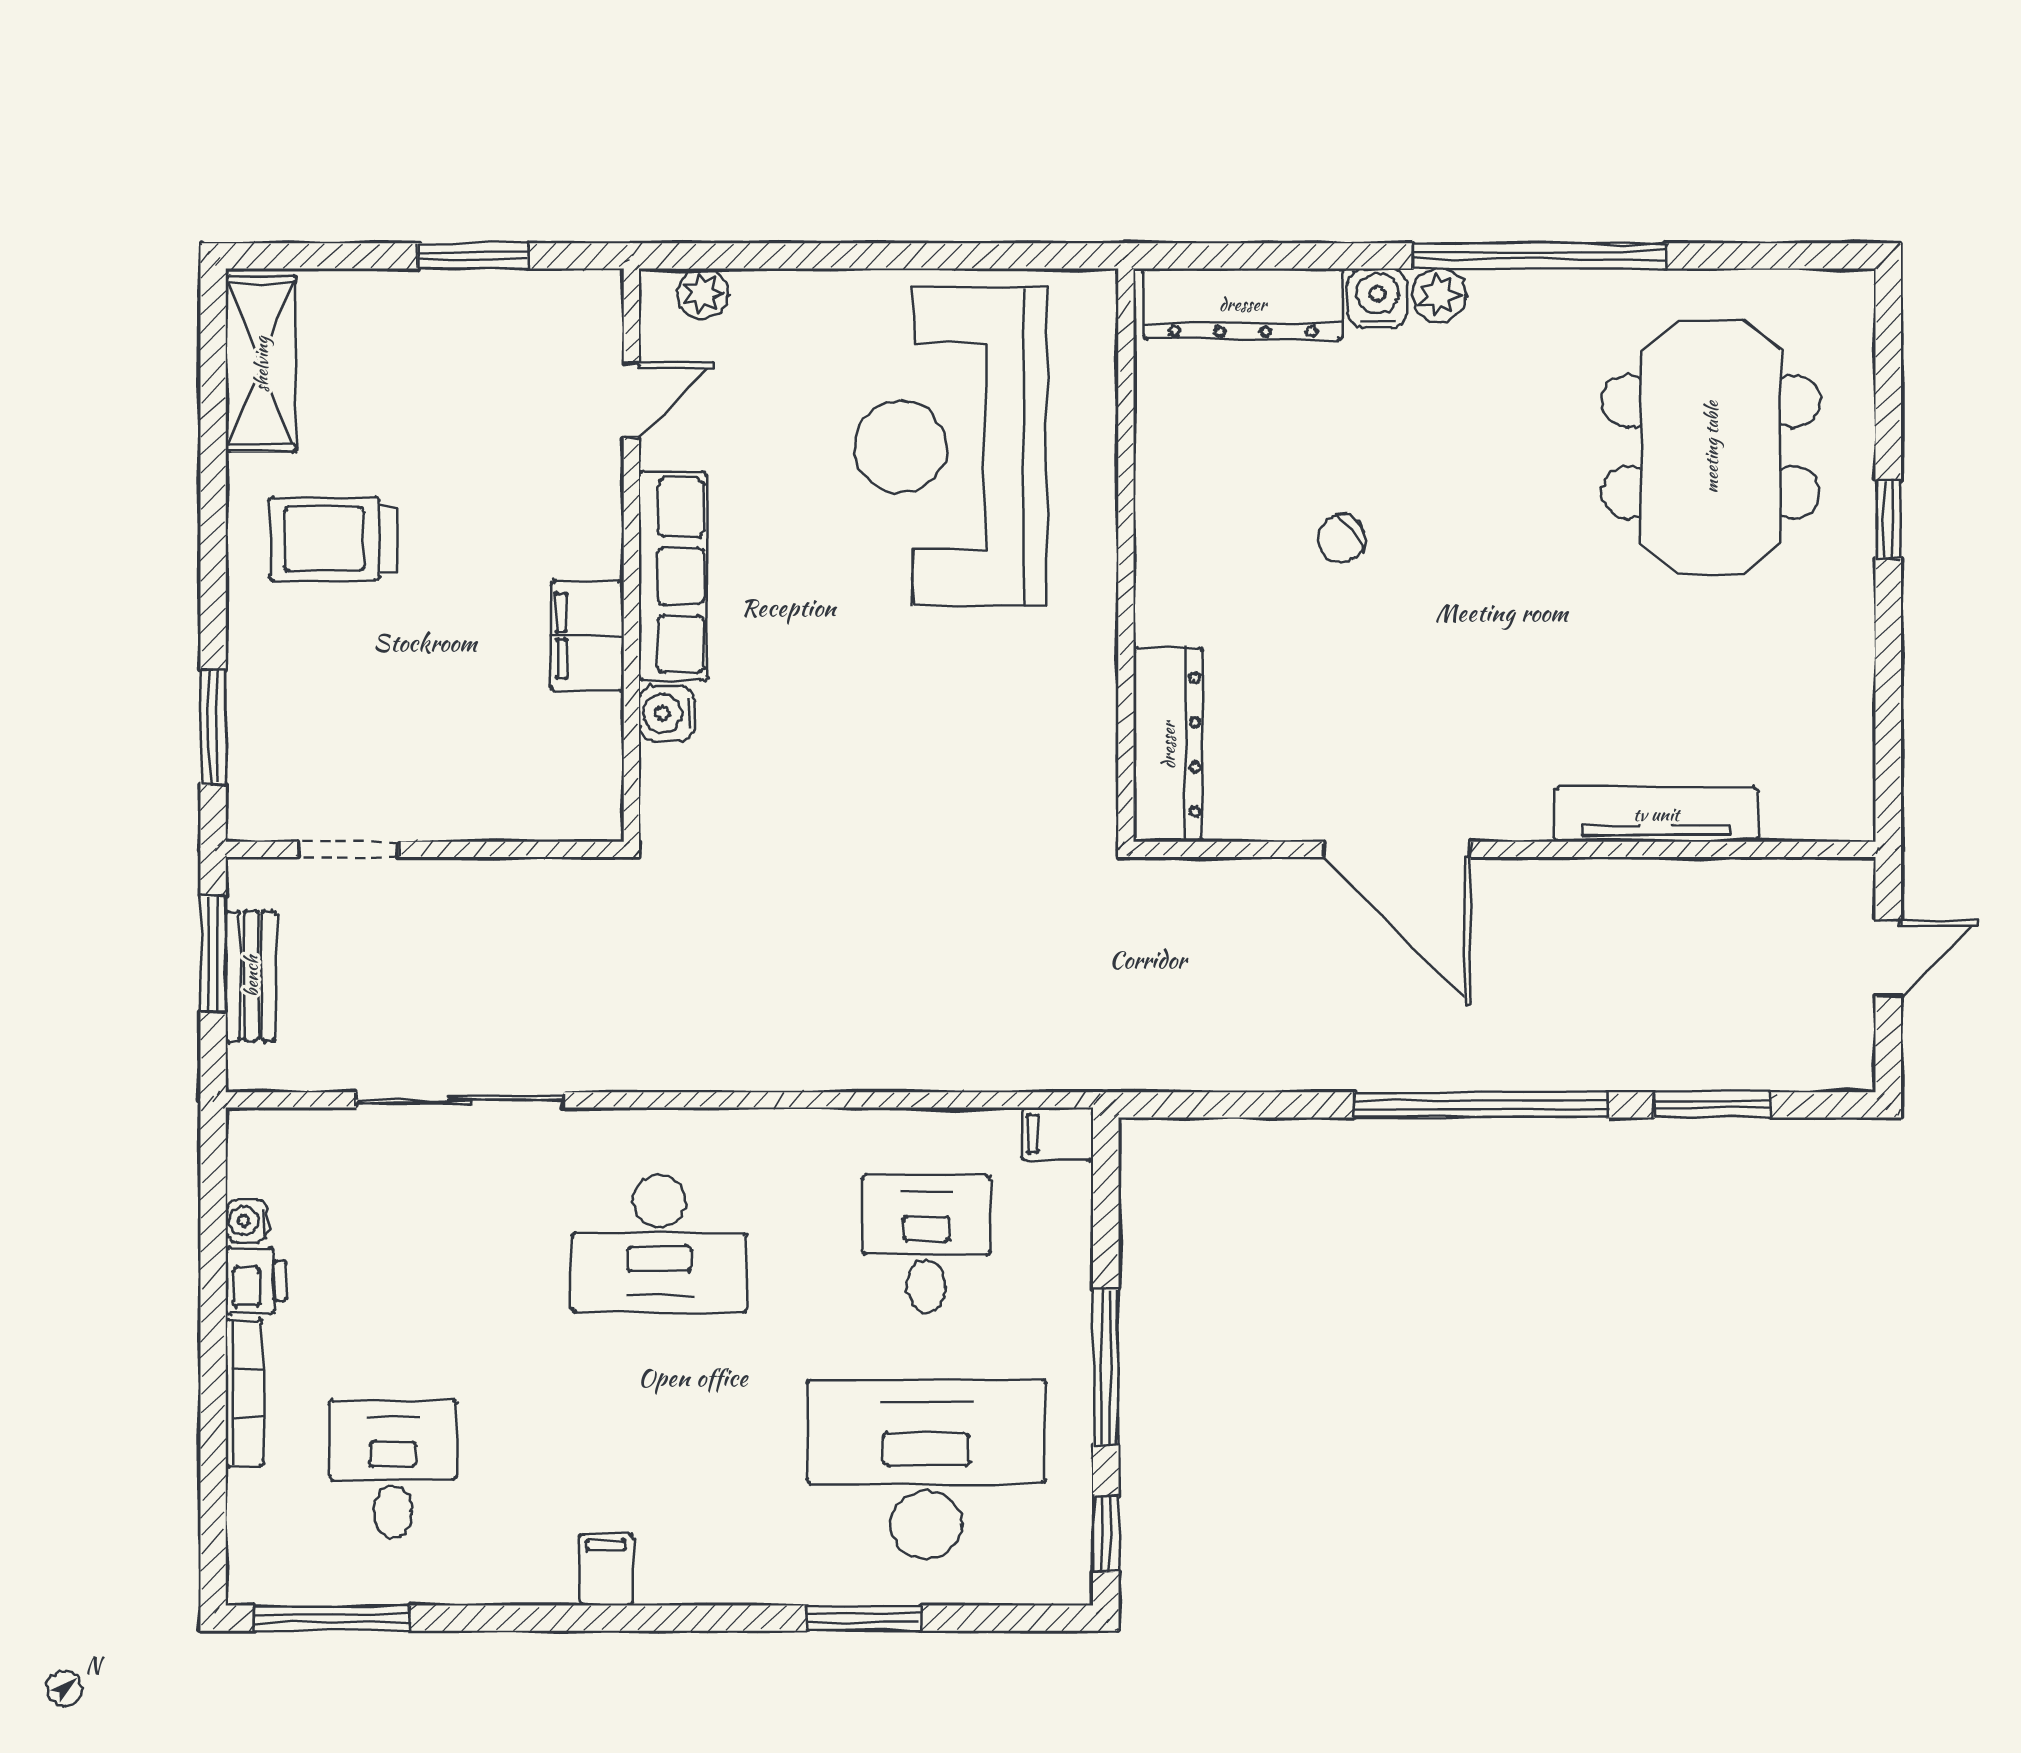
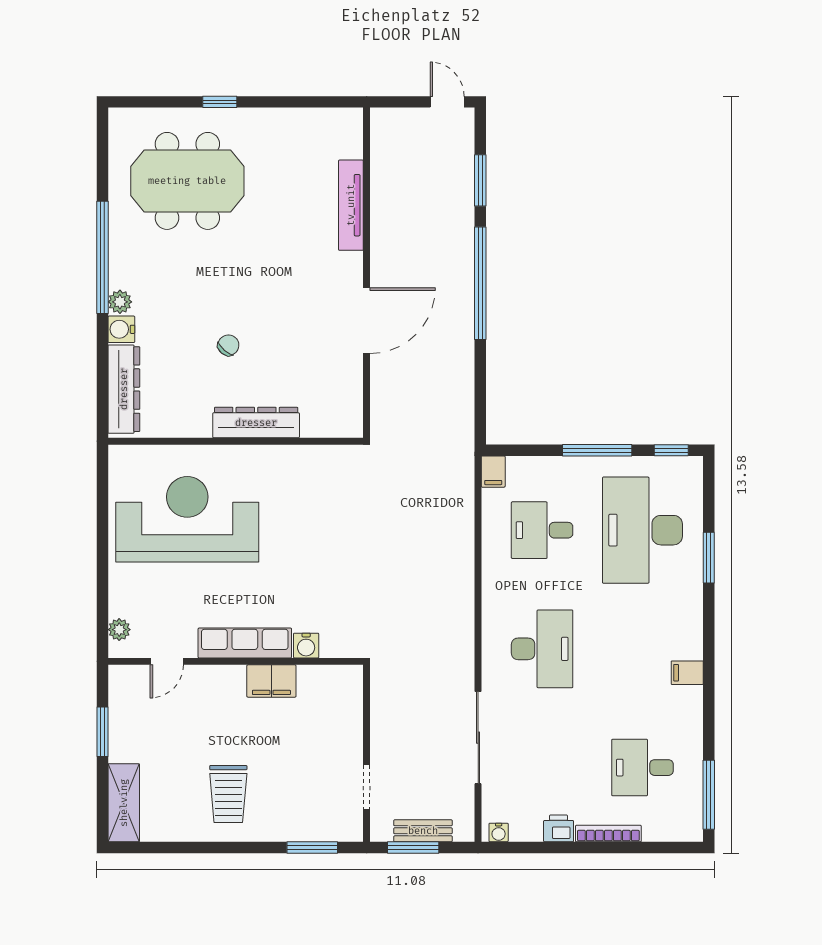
shelving: (261, 364) -> (124, 803), moved, turned 90
door: (631, 400) -> (167, 661), swing flipped
reception desk: (951, 446) -> (187, 519), turned 180
chair: (1342, 539) -> (228, 345), turned -104
dresser: (1168, 745) -> (256, 423), moved
door: (1888, 958) -> (447, 102), moved
water cooler: (247, 1221) -> (499, 832), moved

